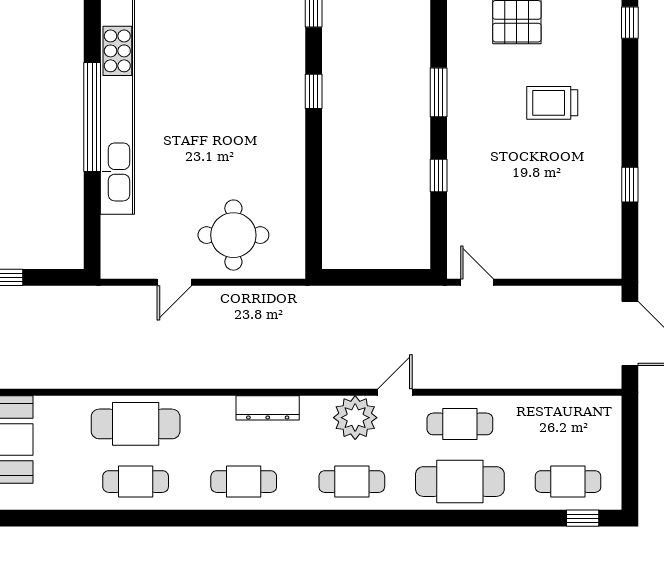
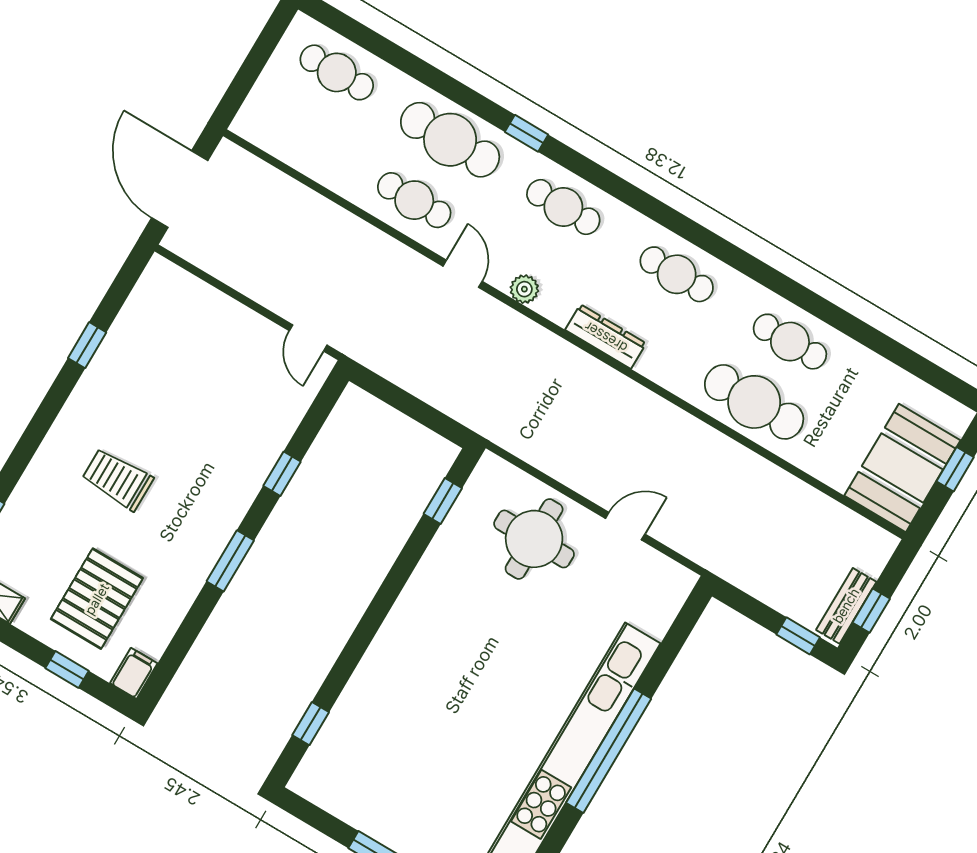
window: (314, 91) -> (443, 501), moved
trolley: (552, 103) -> (118, 479), turned 180
door: (395, 392) -> (463, 274), swing flipped
plant: (355, 418) -> (524, 289), width x0.53, depth x0.53
window: (583, 518) -> (527, 133), moved

